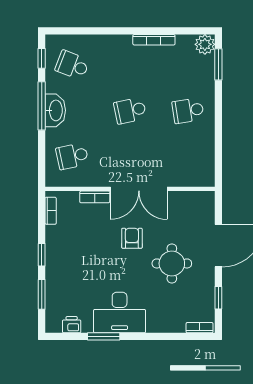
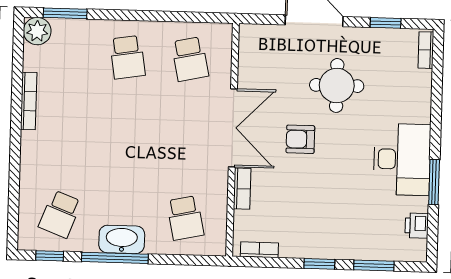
school desk: (130, 111) -> (190, 59), moved

